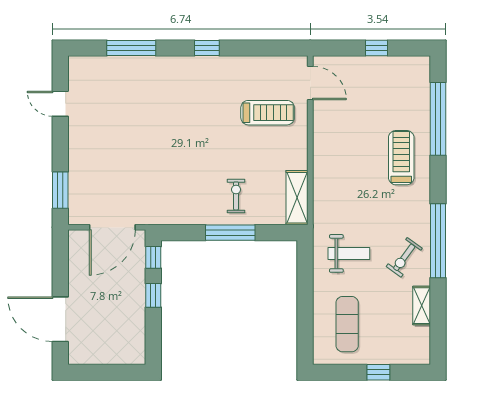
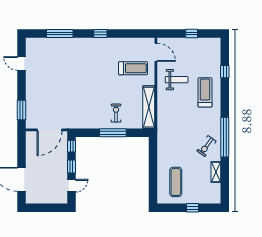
window: (438, 119) -> (225, 72), width x0.32
shelving: (297, 198) -> (149, 107), width x1.47
weight bench: (349, 253) -> (177, 80), moved
door: (153, 331) -> (71, 186), added

